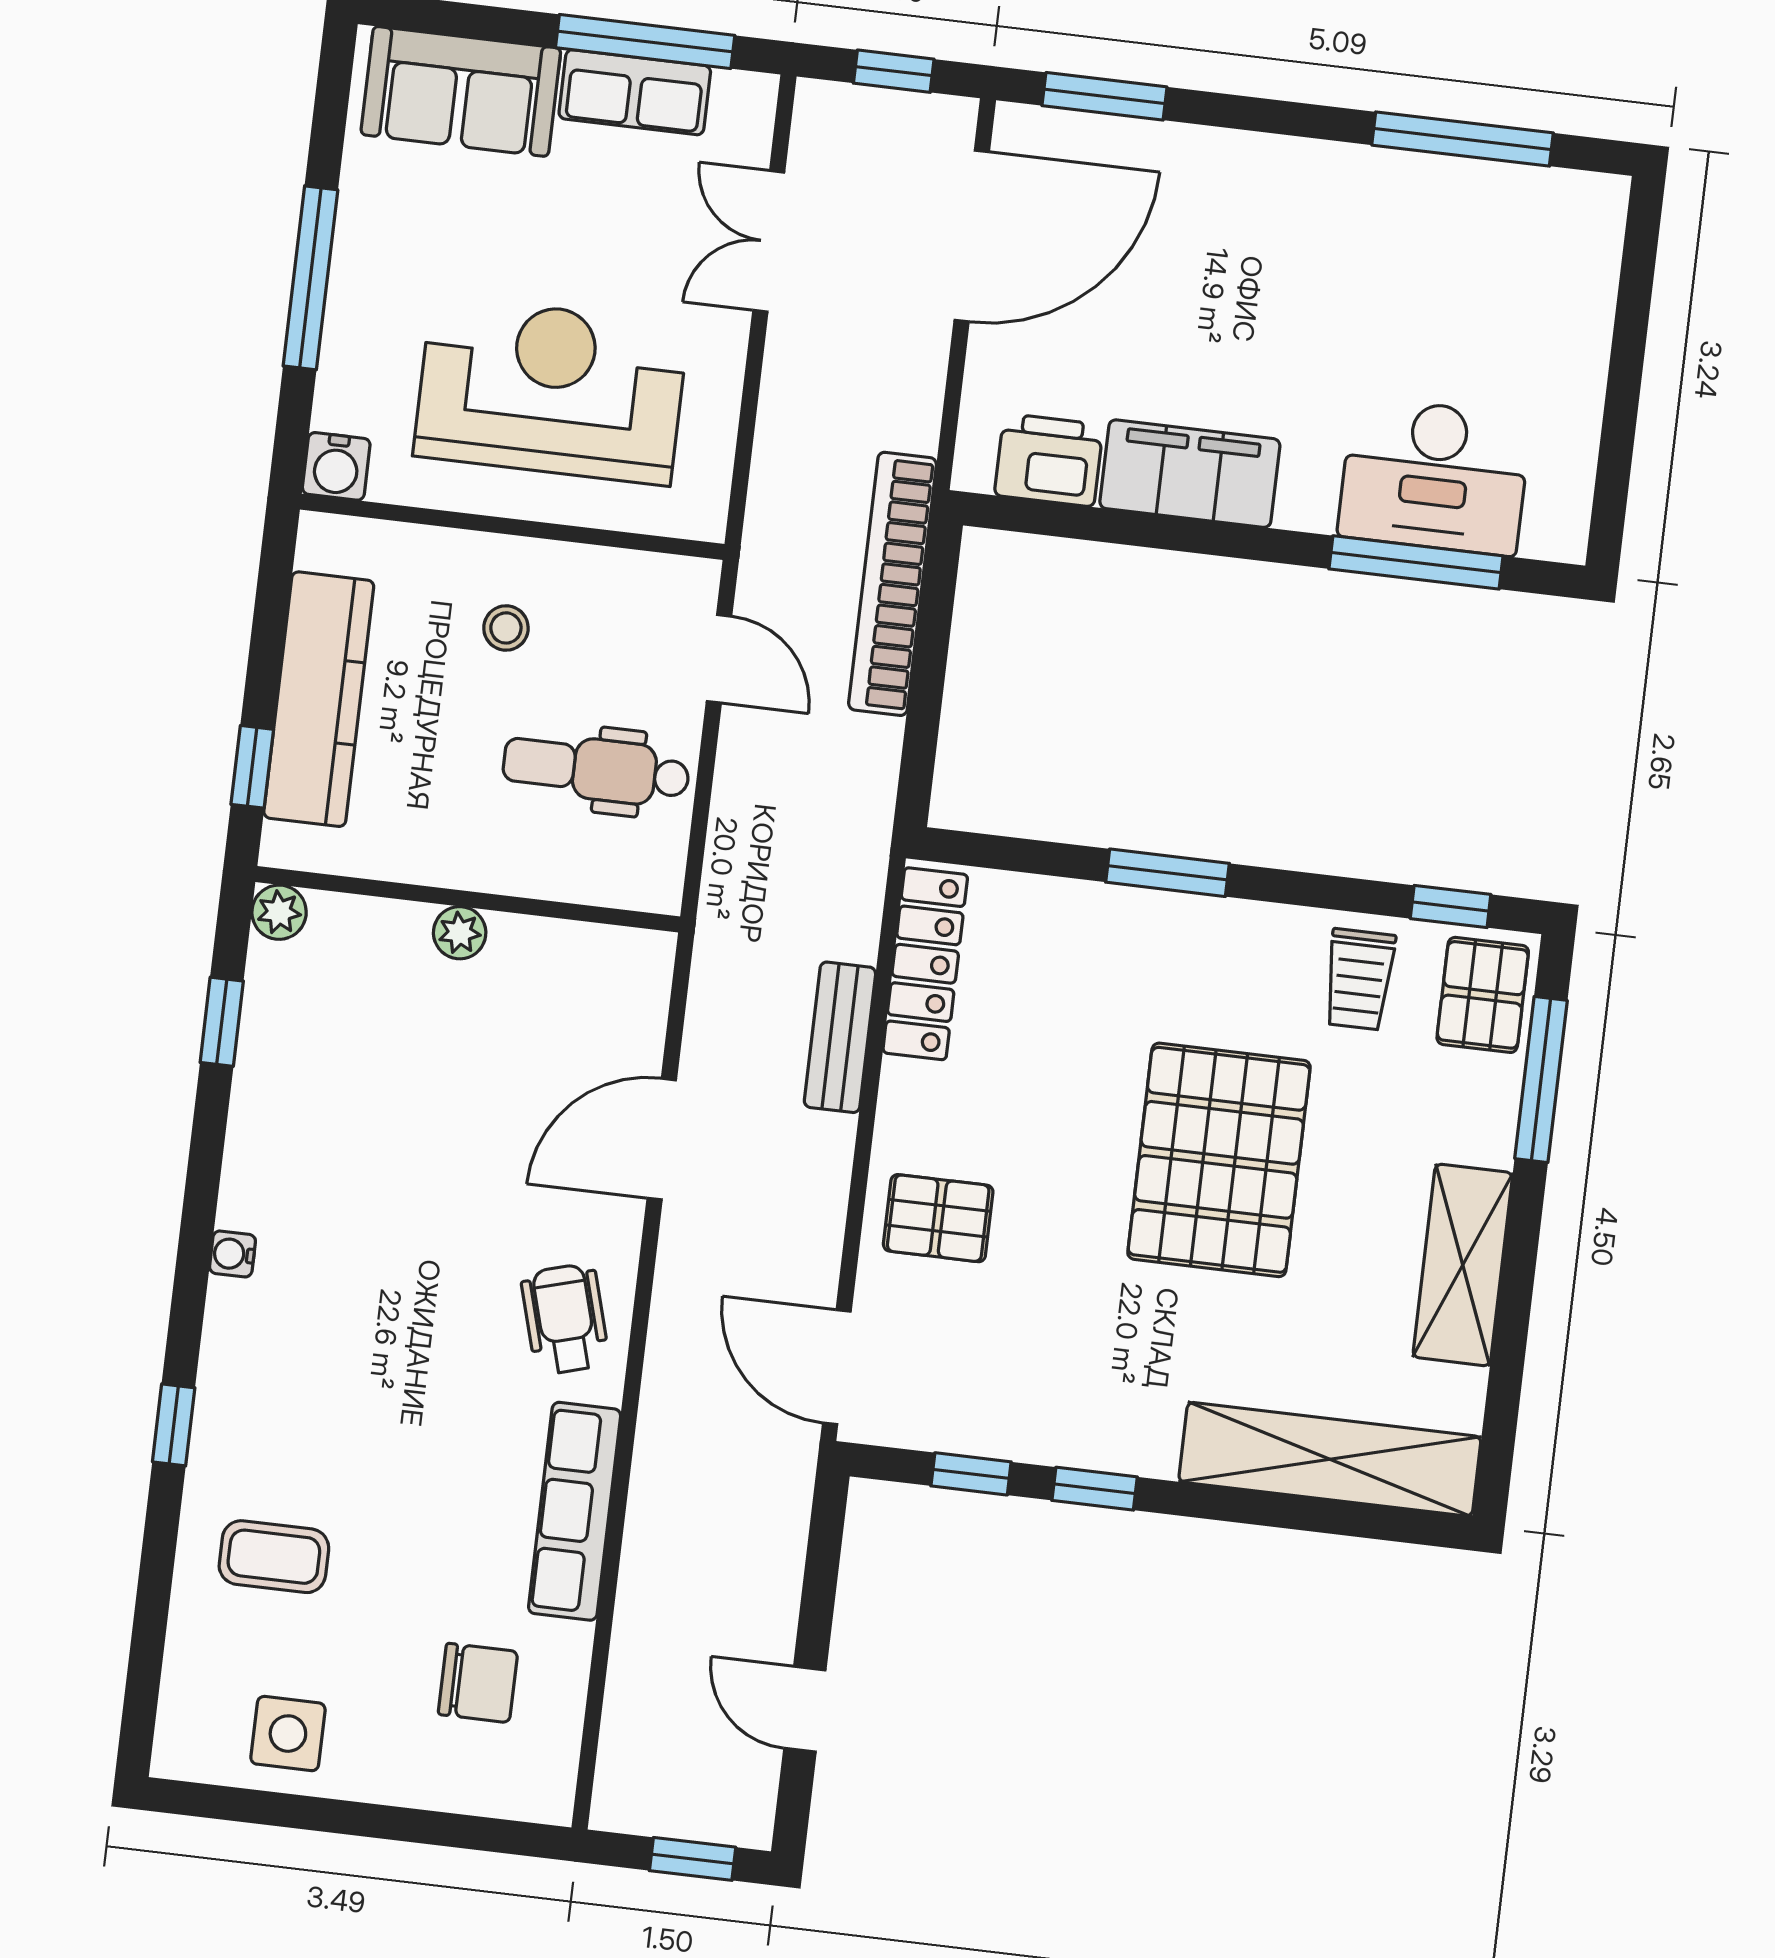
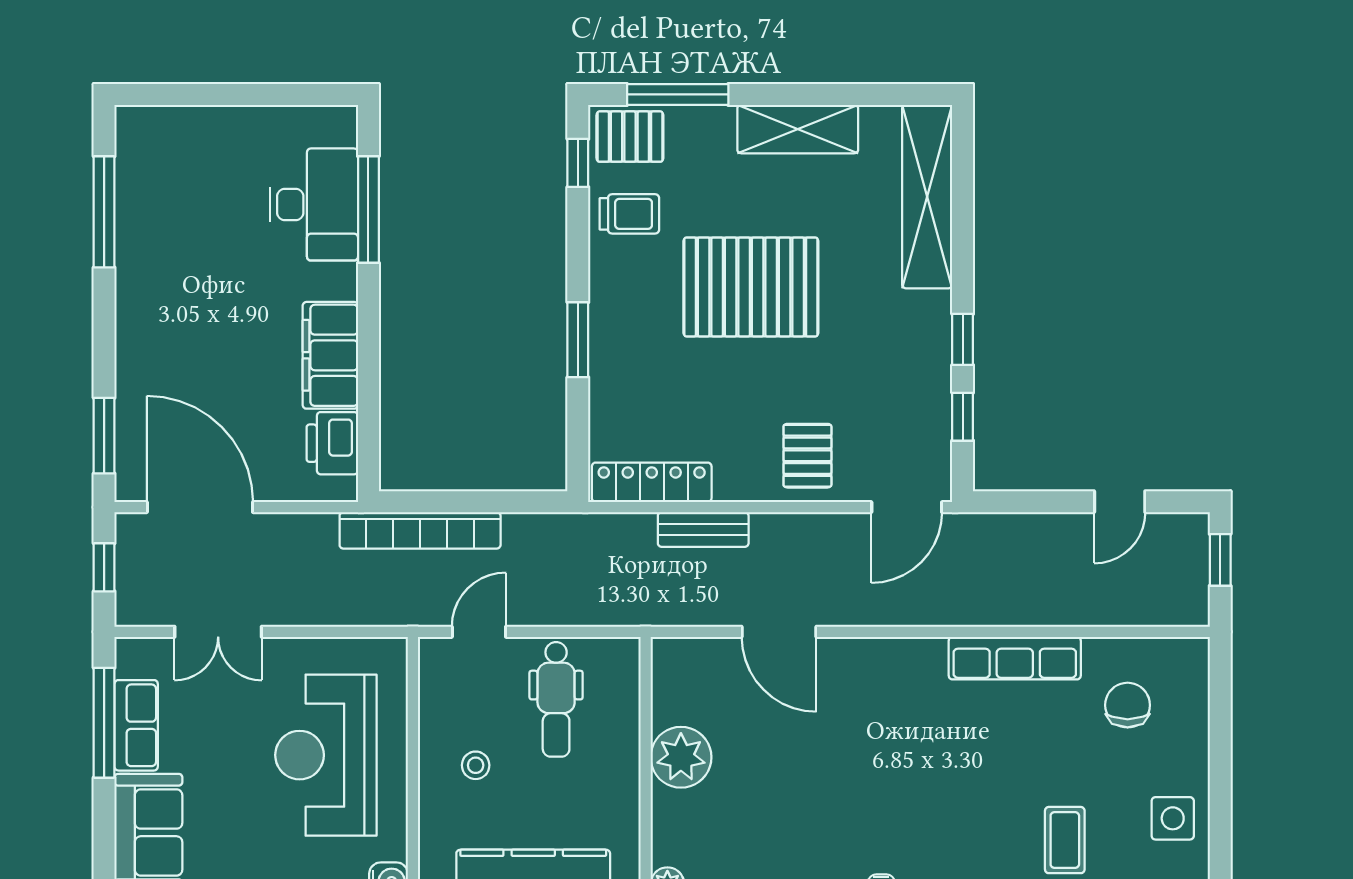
plant: (460, 933) -> (681, 757), width x1.87, depth x1.87
wheelchair: (565, 1319) -> (897, 678), removed

